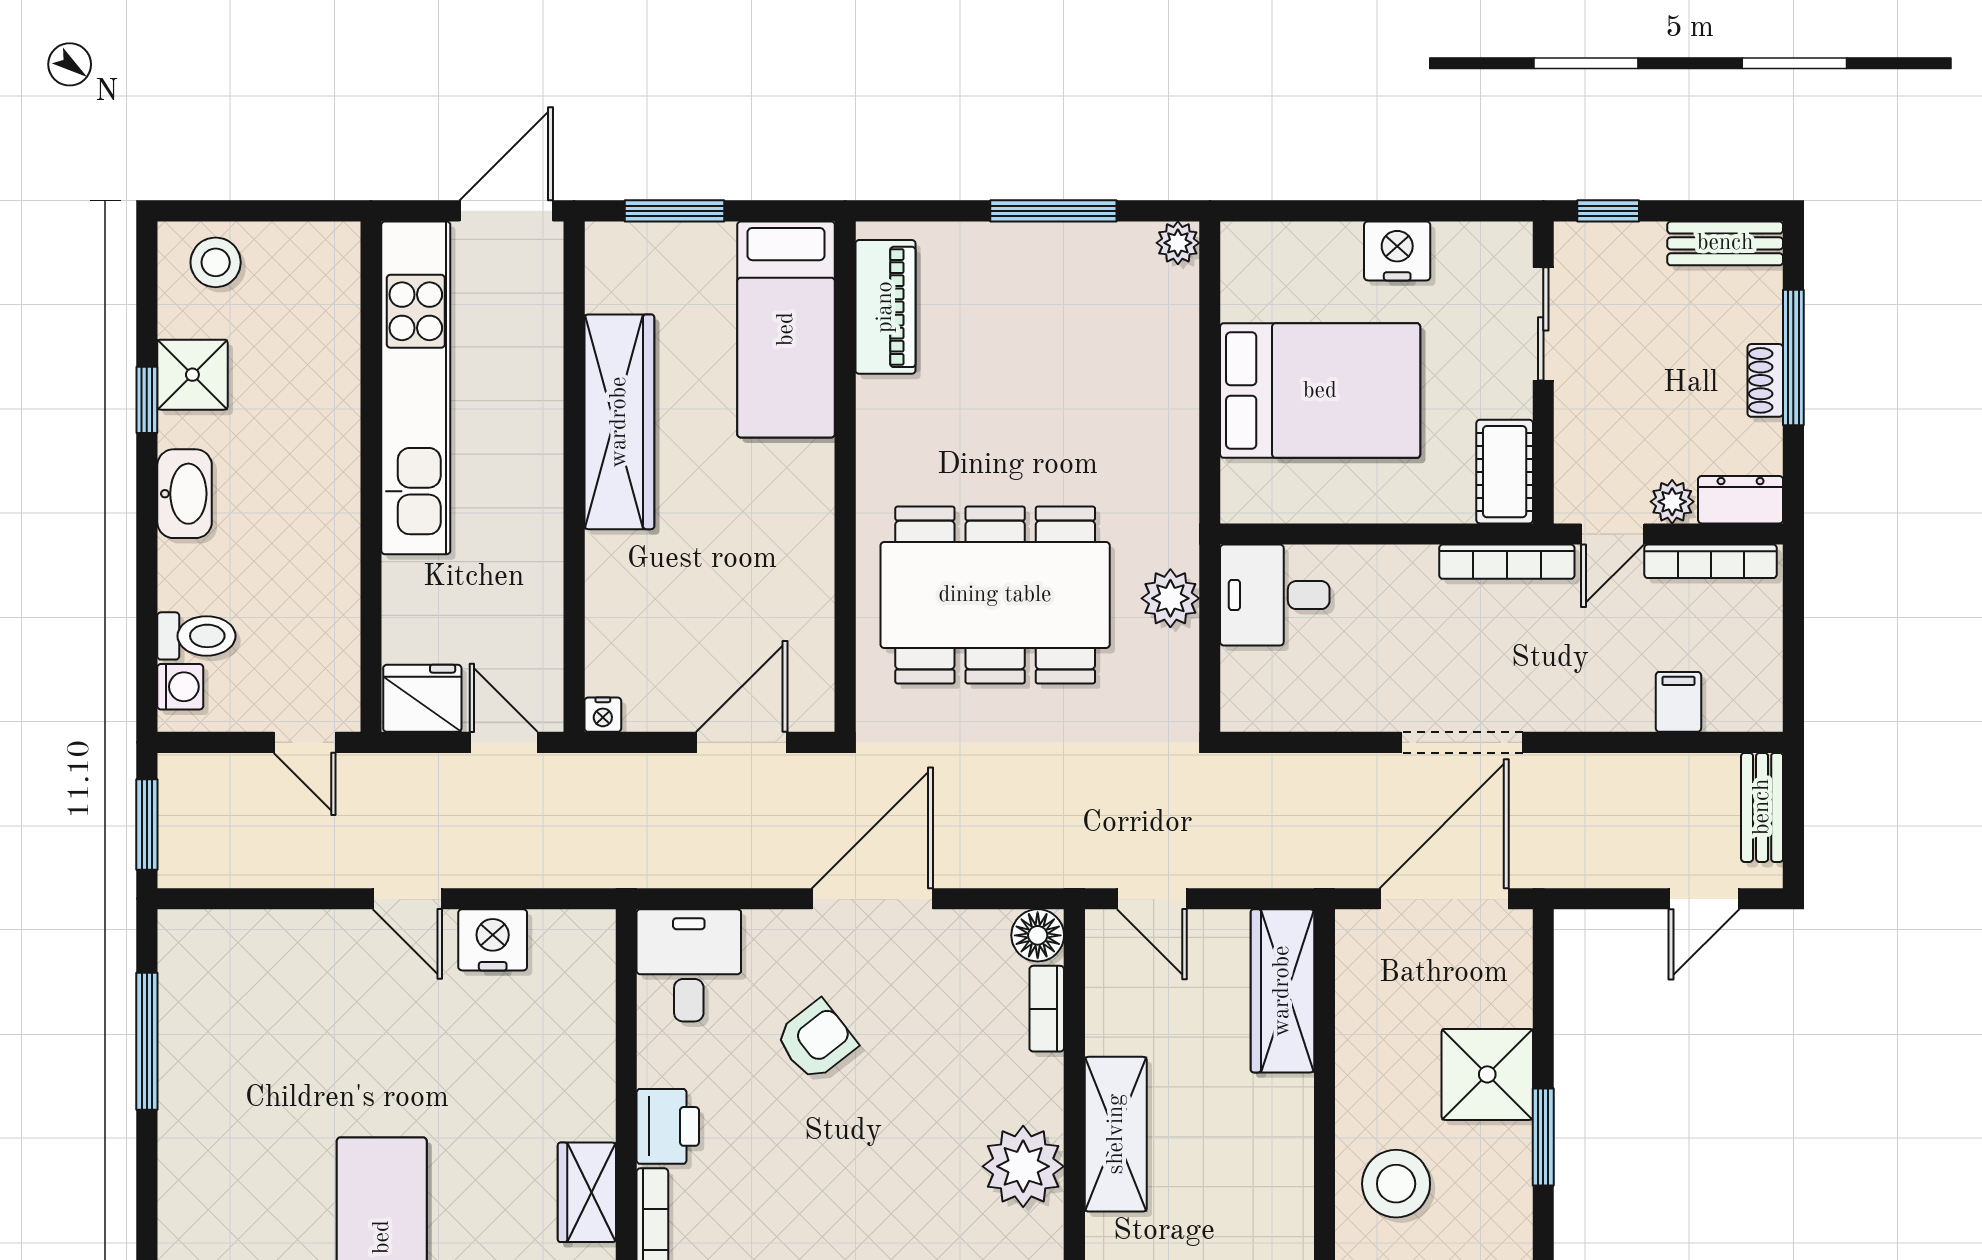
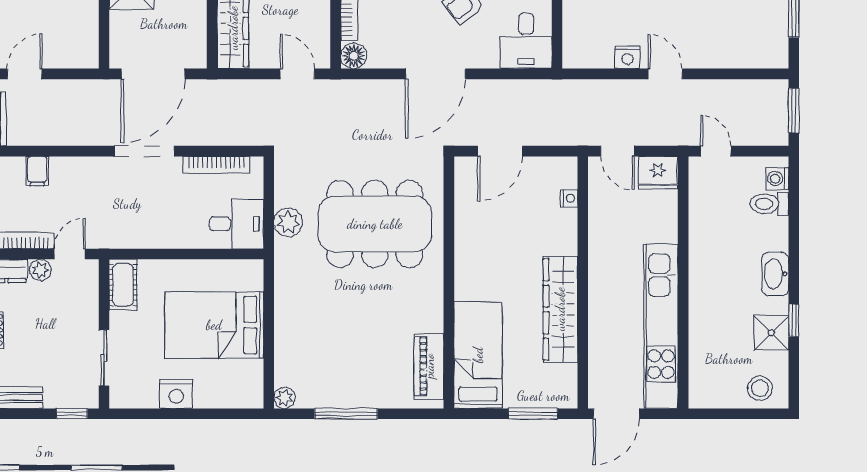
bookcase: (1507, 562) -> (216, 165), moved, turned 180
nightstand: (603, 715) -> (569, 198), moved, turned 90
nightstand: (493, 940) -> (627, 57), width x0.74, depth x0.75

